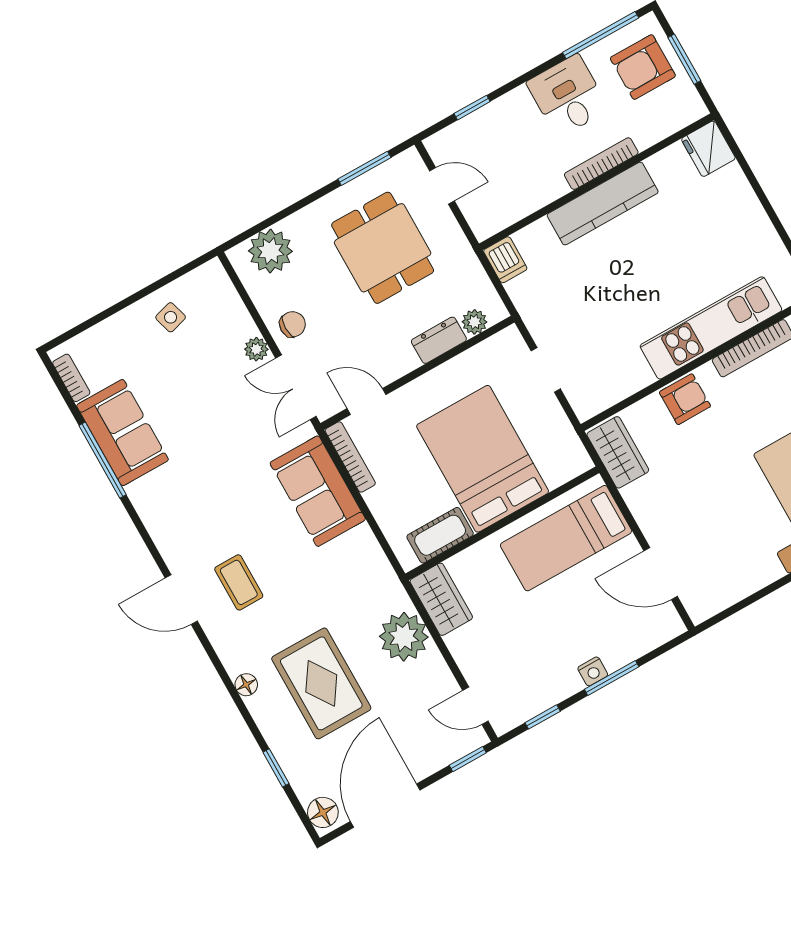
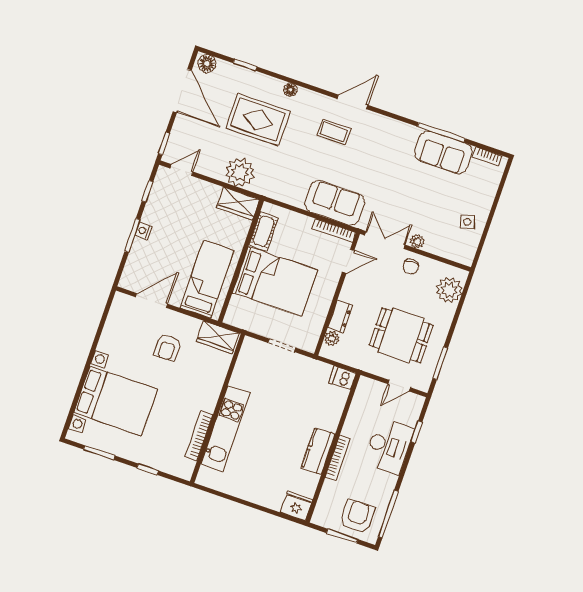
desk: (568, 96) -> (389, 446), moved, width x1.37
kitchen counter: (603, 203) -> (318, 451), width x0.67
armchair: (685, 399) -> (167, 348), moved

